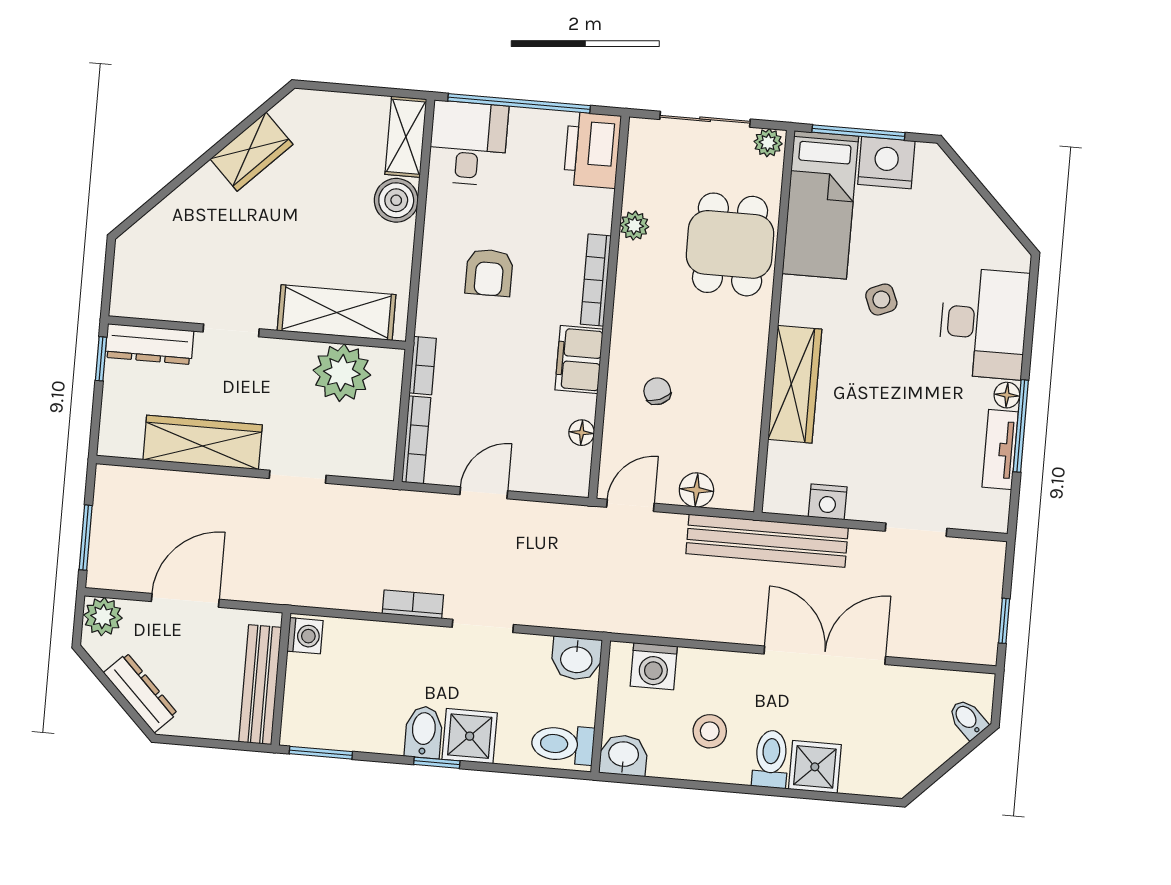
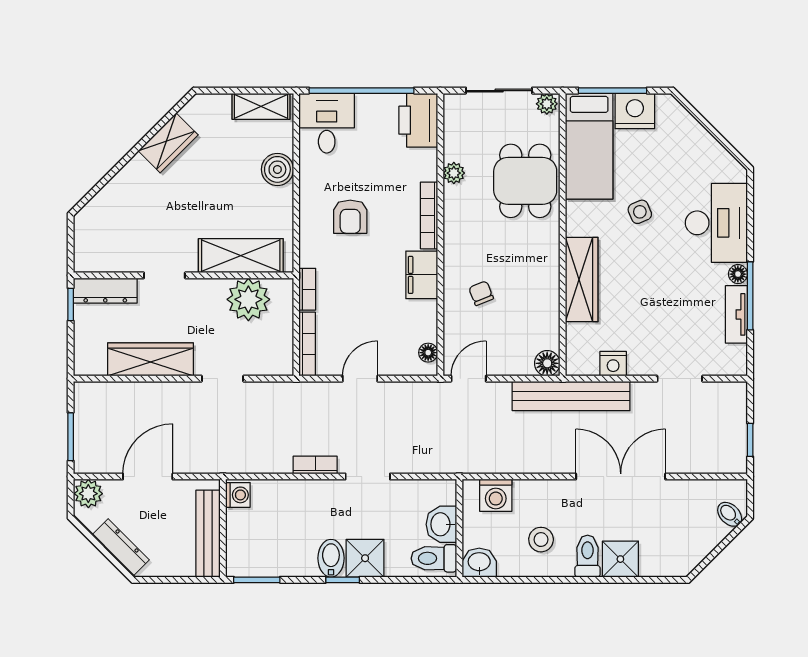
shelving: (406, 137) -> (261, 106), moved, turned 90
floor lamp: (582, 433) -> (428, 353), moved
floor lamp: (696, 490) -> (547, 363), moved
washbasin: (576, 658) -> (441, 524), moved, turned 90

